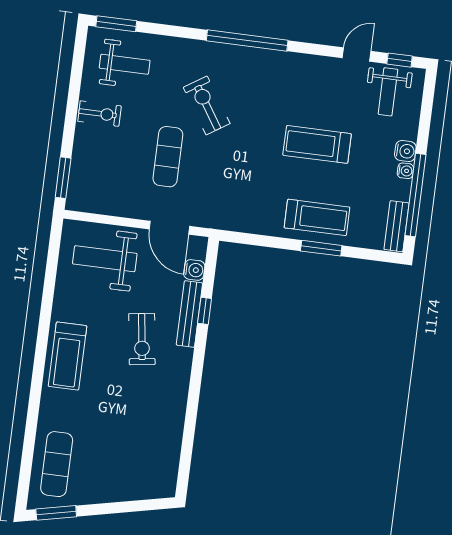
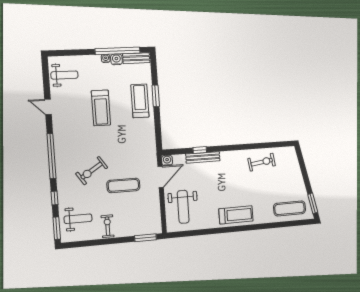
door: (357, 55) -> (48, 107), moved
window: (400, 60) -> (54, 198), moved
weight bench: (125, 64) -> (78, 219), turned 90
water cooler: (405, 151) -> (116, 59), moved
water cooler: (194, 270) -> (167, 160), moved
exercise bike: (142, 339) -> (262, 162), moved

